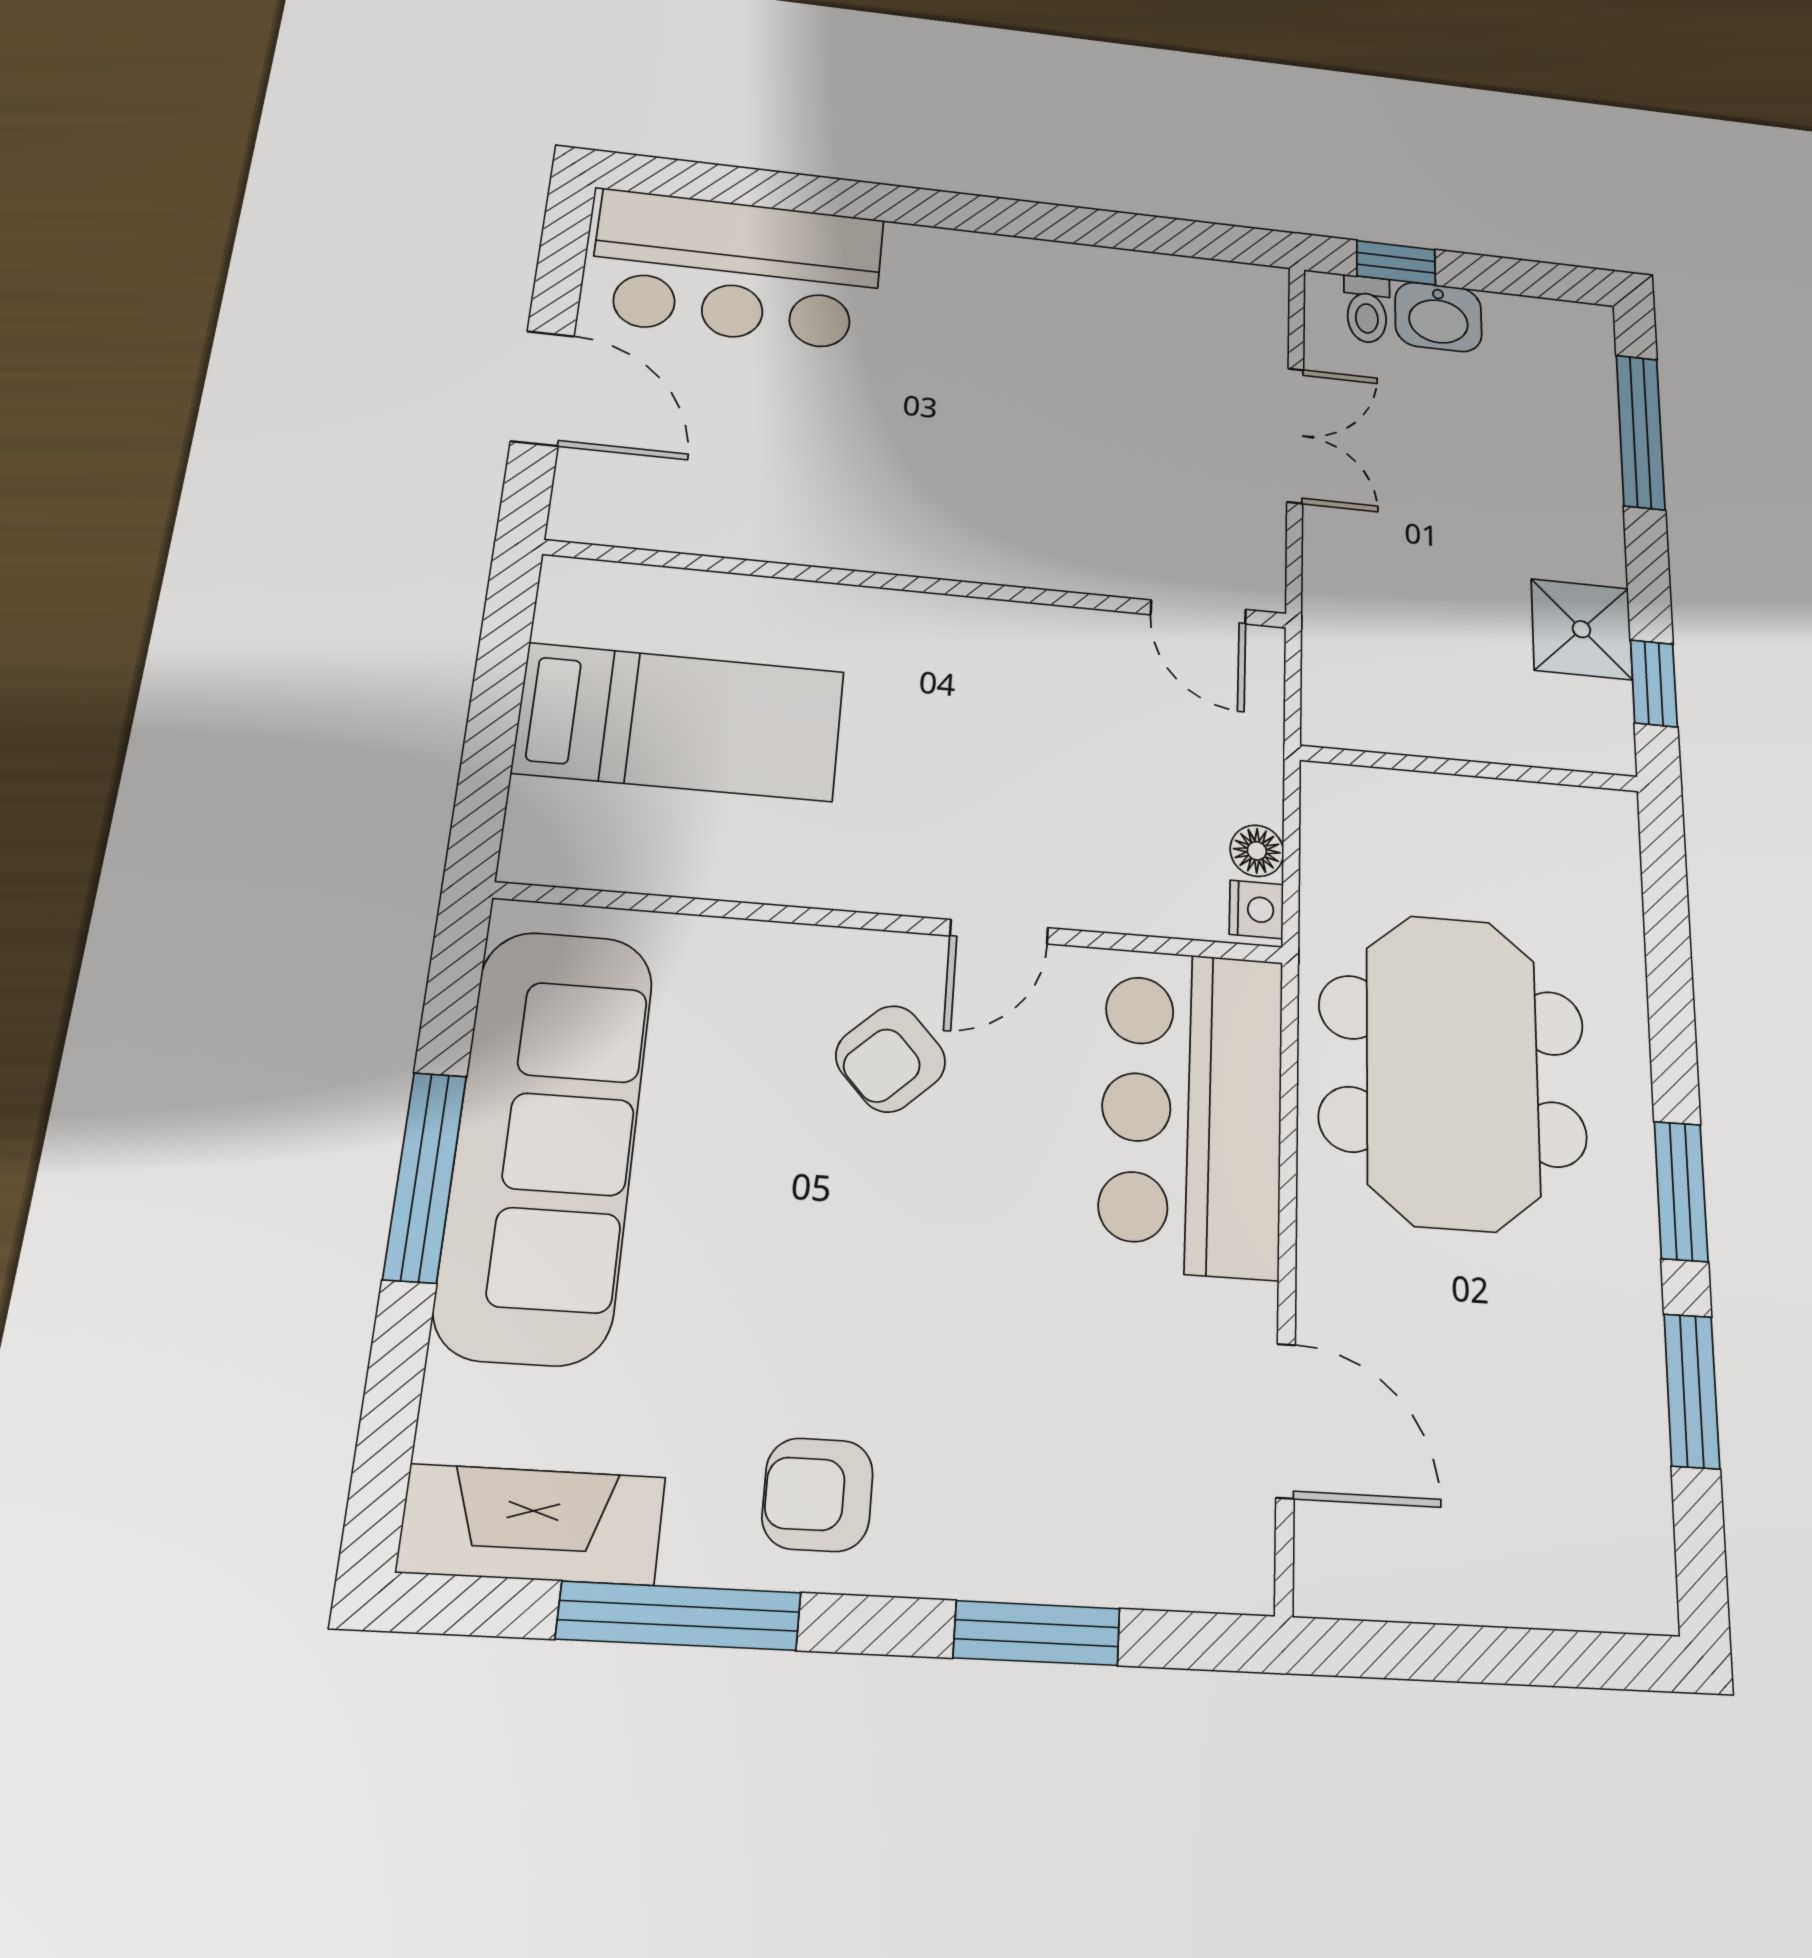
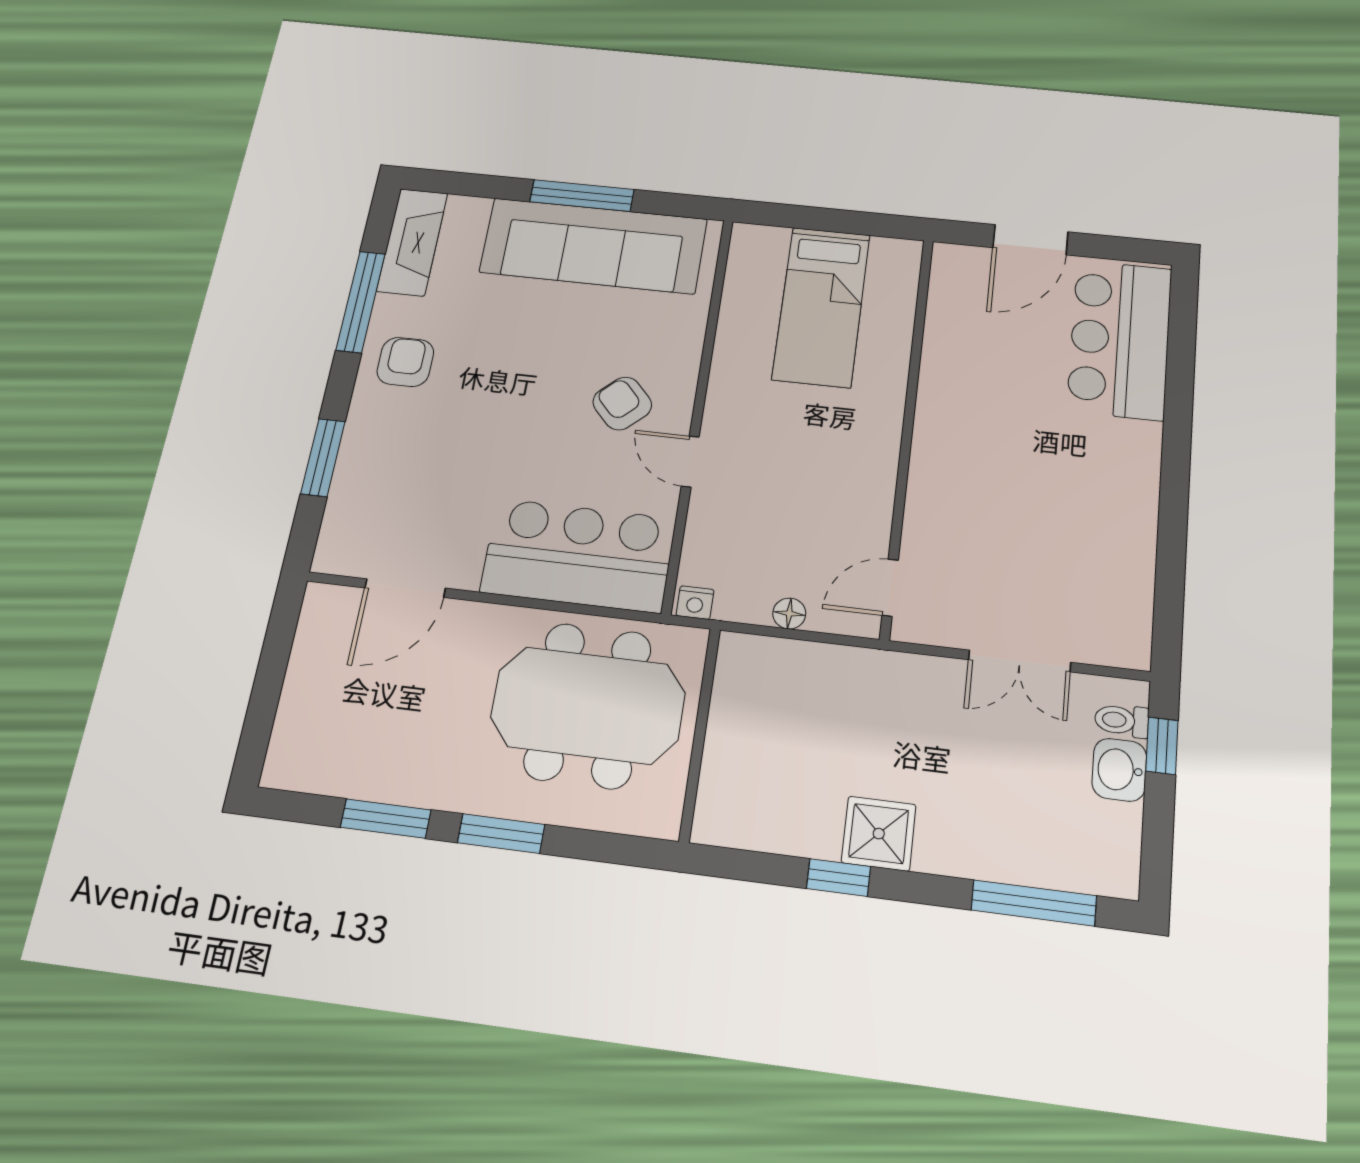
wall: (1470, 769) -> (700, 734), moved
floor lamp: (1257, 851) -> (789, 613), moved

